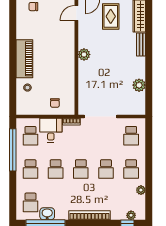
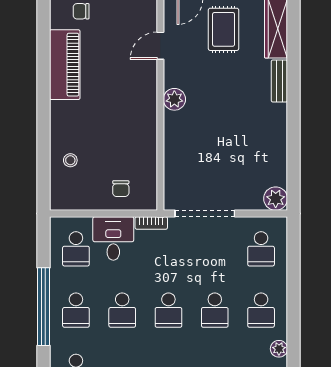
door: (76, 13) -> (160, 46), moved
piano: (24, 59) -> (65, 65), moved
plant: (139, 85) -> (276, 199), moved
window: (13, 150) -> (43, 307), moved

